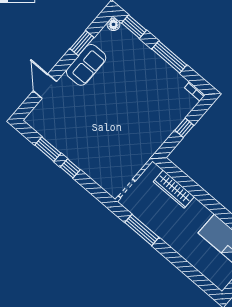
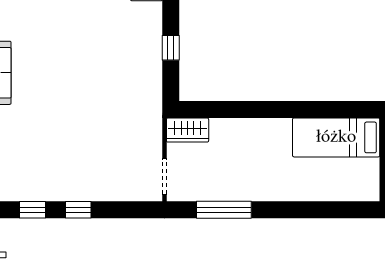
window: (48, 149) -> (33, 210), width x0.67
wardrobe: (174, 189) -> (188, 130), moved, width x0.67

